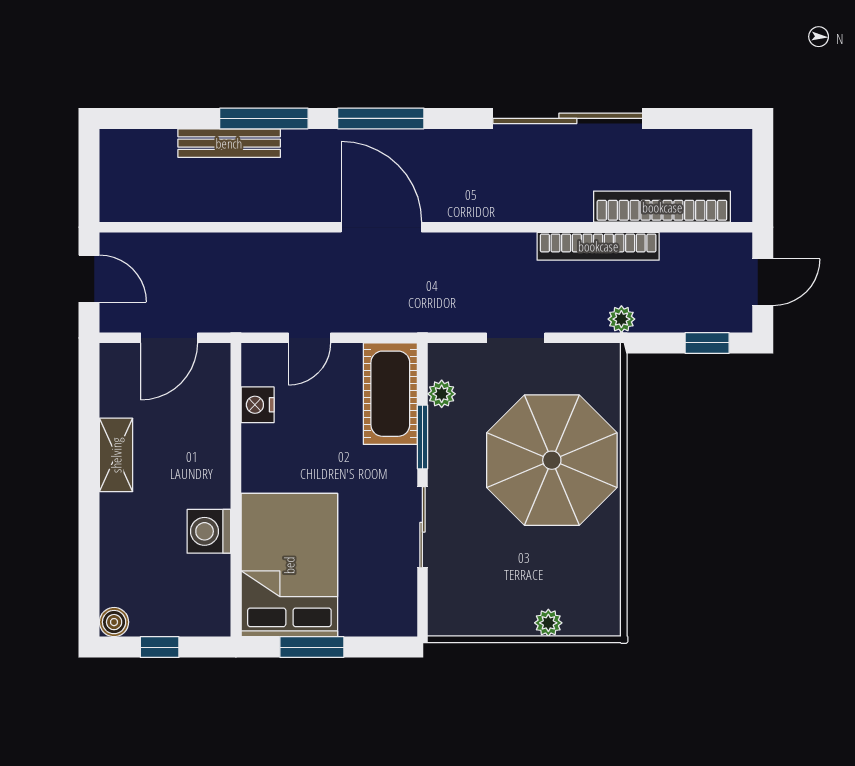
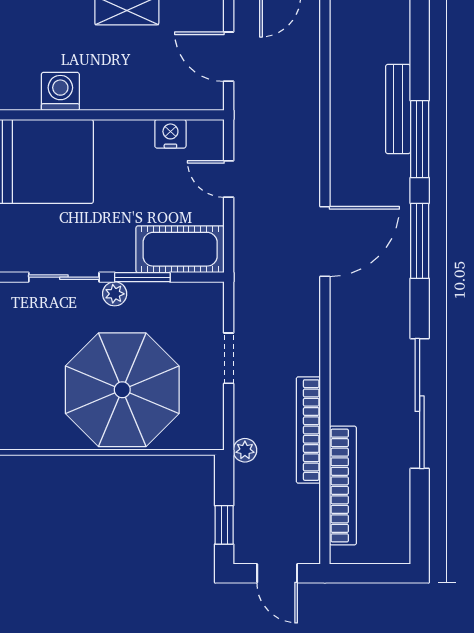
plant: (442, 394) -> (115, 294), moved

